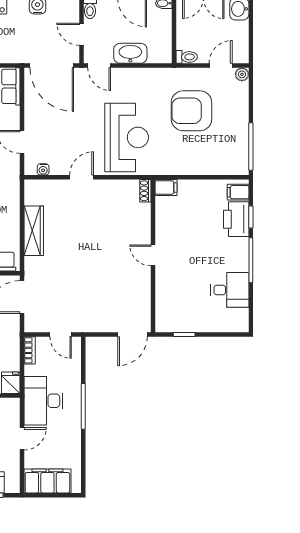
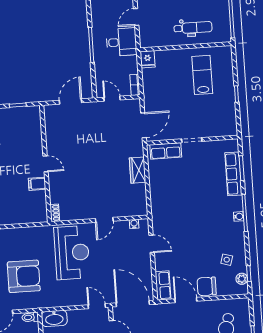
washbasin: (130, 53) -> (54, 318), moved
reception desk: (127, 137) -> (72, 253), turned 180
filing cabinet: (166, 187) -> (37, 184), moved
wardrobe: (34, 231) -> (138, 170), width x0.67
door: (132, 334) -> (71, 101), moved
desk: (43, 401) -> (121, 42), width x0.73

